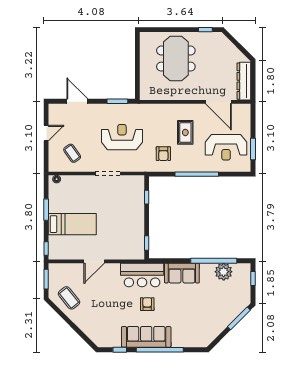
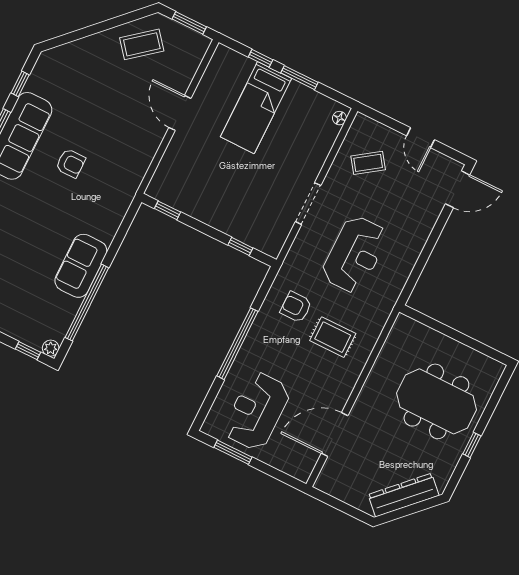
window: (205, 30) -> (472, 445), moved
dresser: (244, 81) -> (404, 495), moved, turned -45
door: (77, 101) -> (457, 189), moved
window: (117, 101) -> (415, 275), removed
rug: (185, 132) -> (333, 337), moved
window: (46, 249) -> (261, 58), moved
plant: (224, 272) -> (51, 348), moved, width x0.53, depth x0.53
sofa: (182, 273) -> (81, 266), moved
bar counter: (142, 275) -> (121, 178), removed

